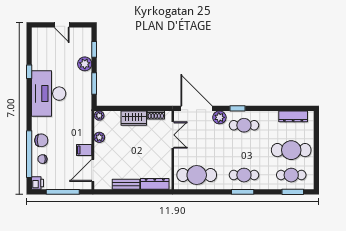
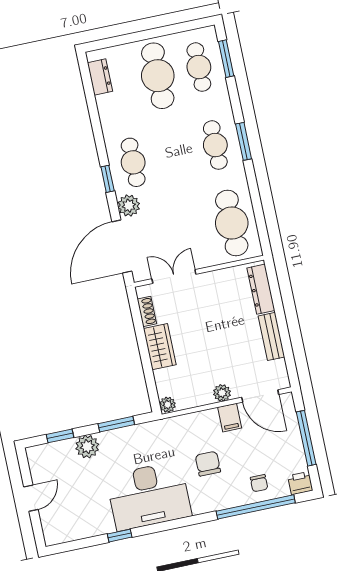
dresser: (293, 116) -> (100, 77), width x0.70
plant: (99, 137) -> (222, 393), moved
chair: (41, 140) -> (208, 464), moved

